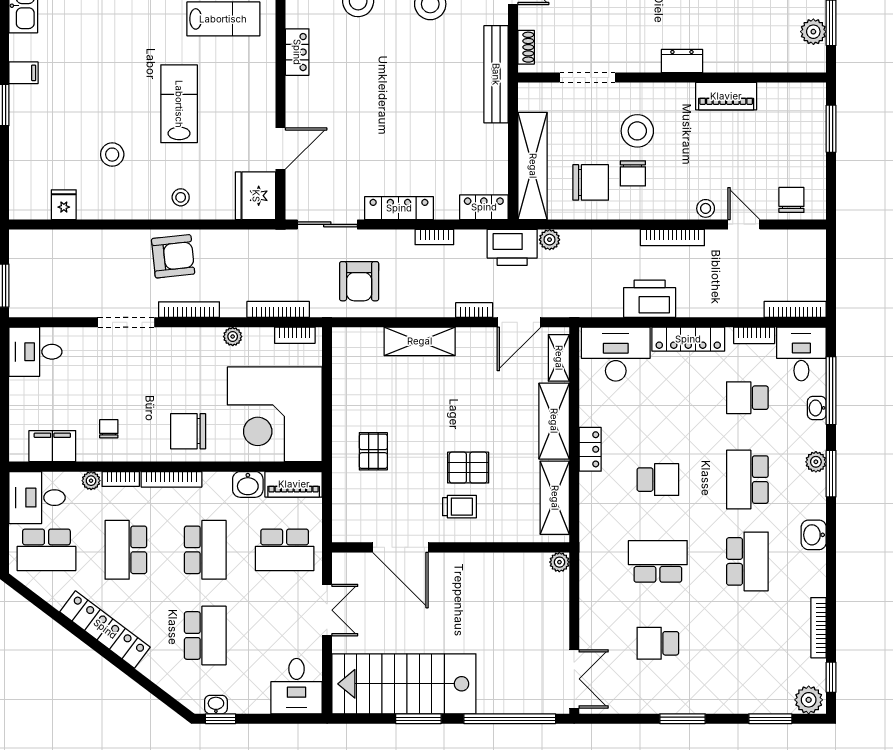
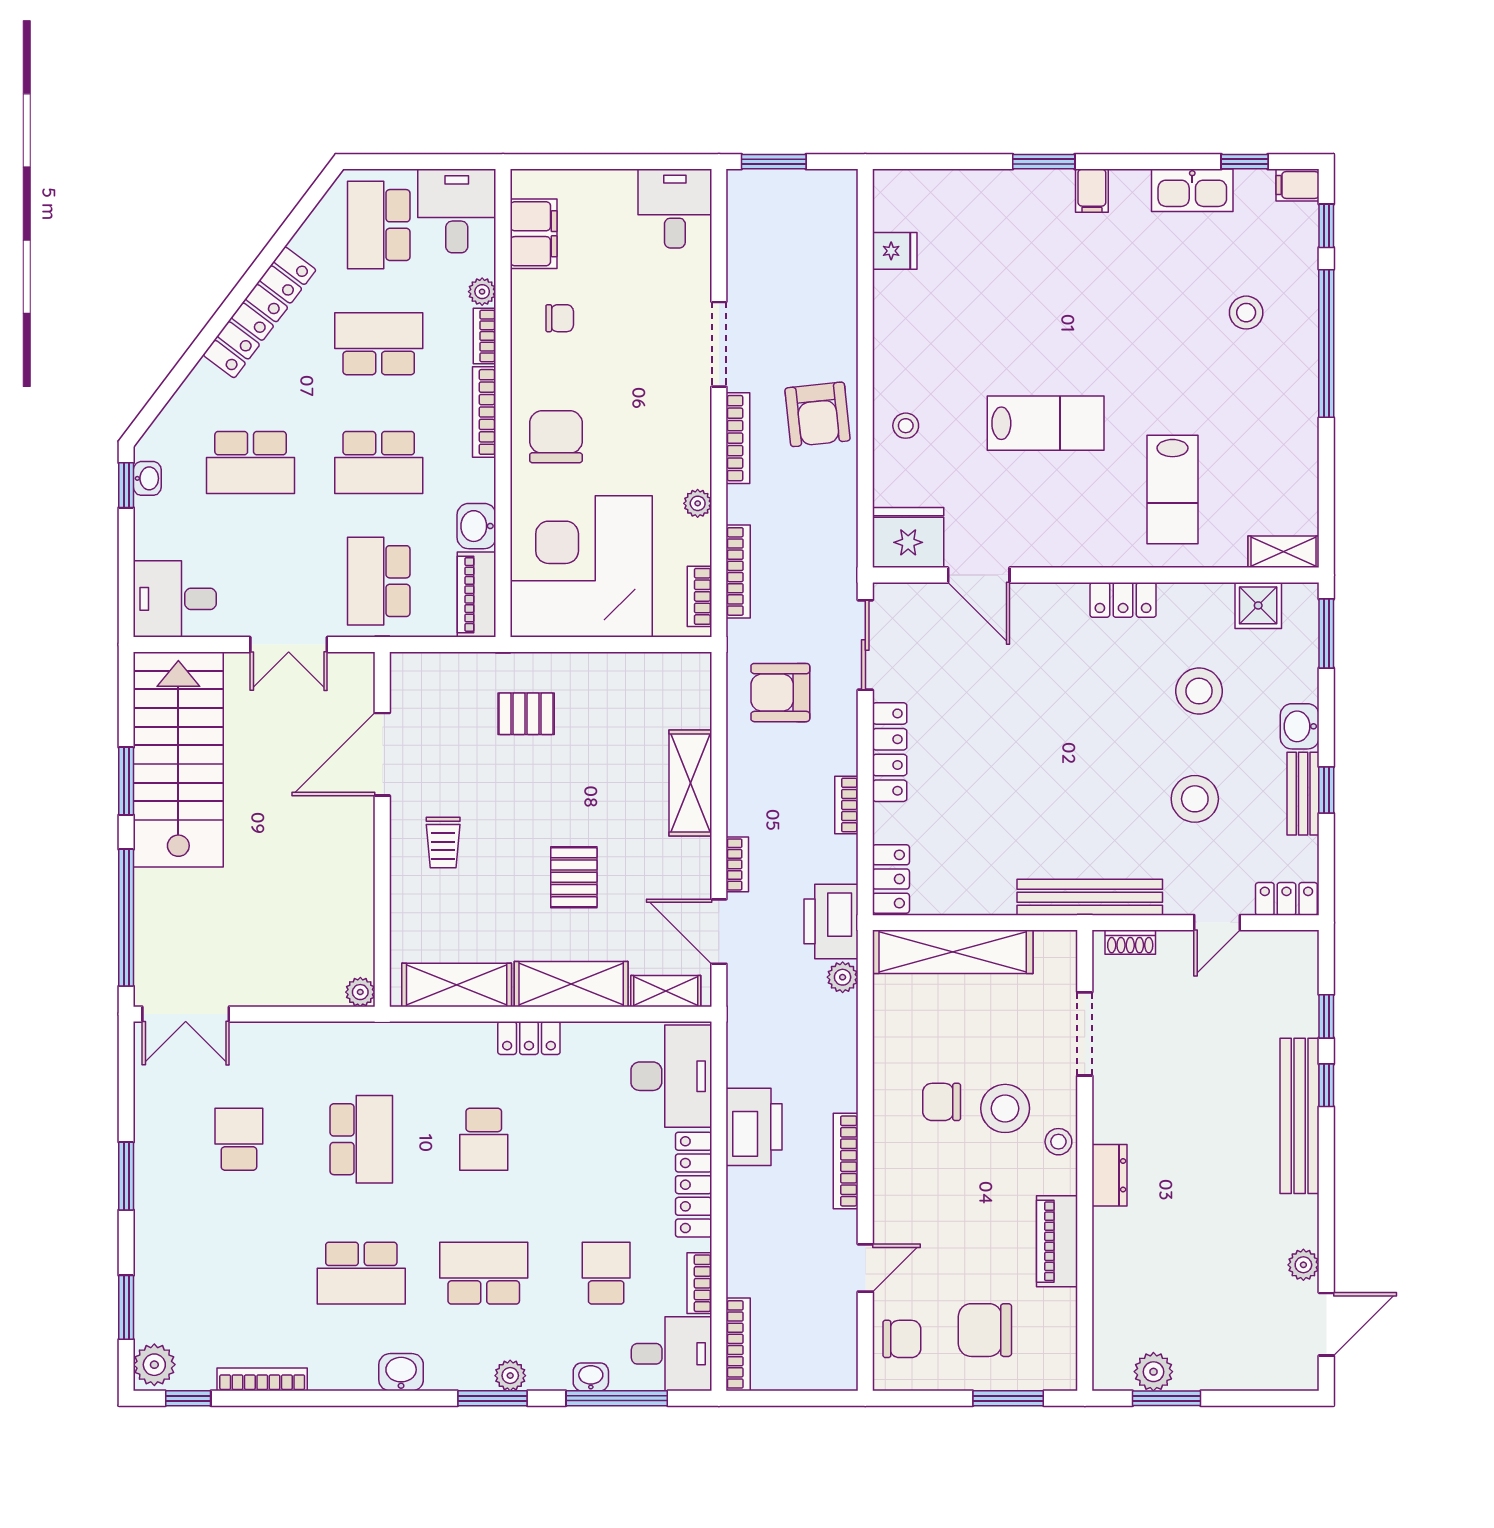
stool: (112, 155) -> (970, 323), removed
chair: (591, 182) -> (985, 1330), moved, turned 90
stool: (706, 208) -> (1058, 1142), moved
pallet: (468, 468) -> (574, 877), moved

